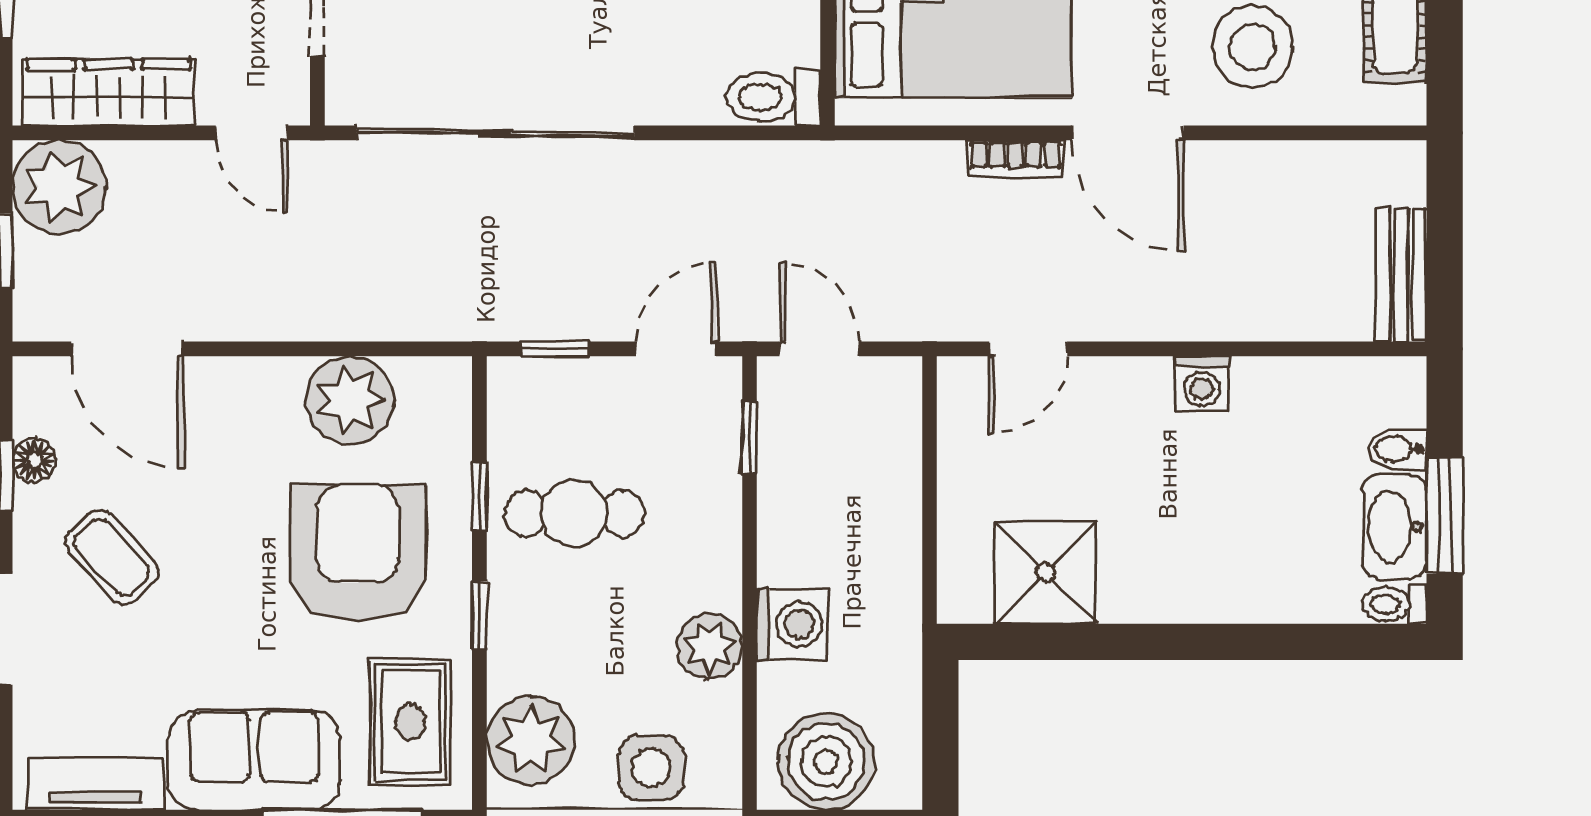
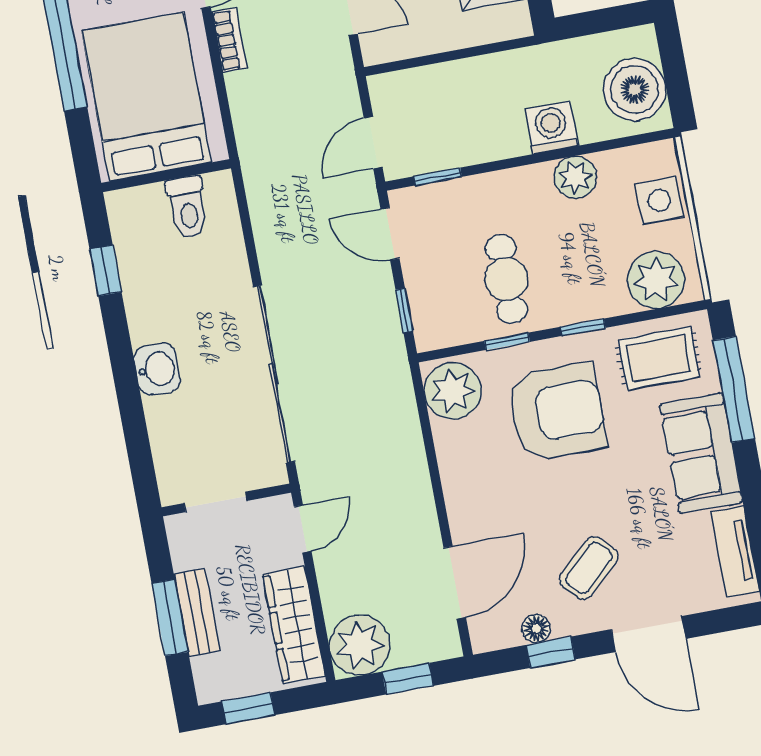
toilet: (773, 97) -> (188, 207), moved
plant: (350, 400) -> (453, 391), moved
armchair: (358, 553) -> (557, 412), turned 180

